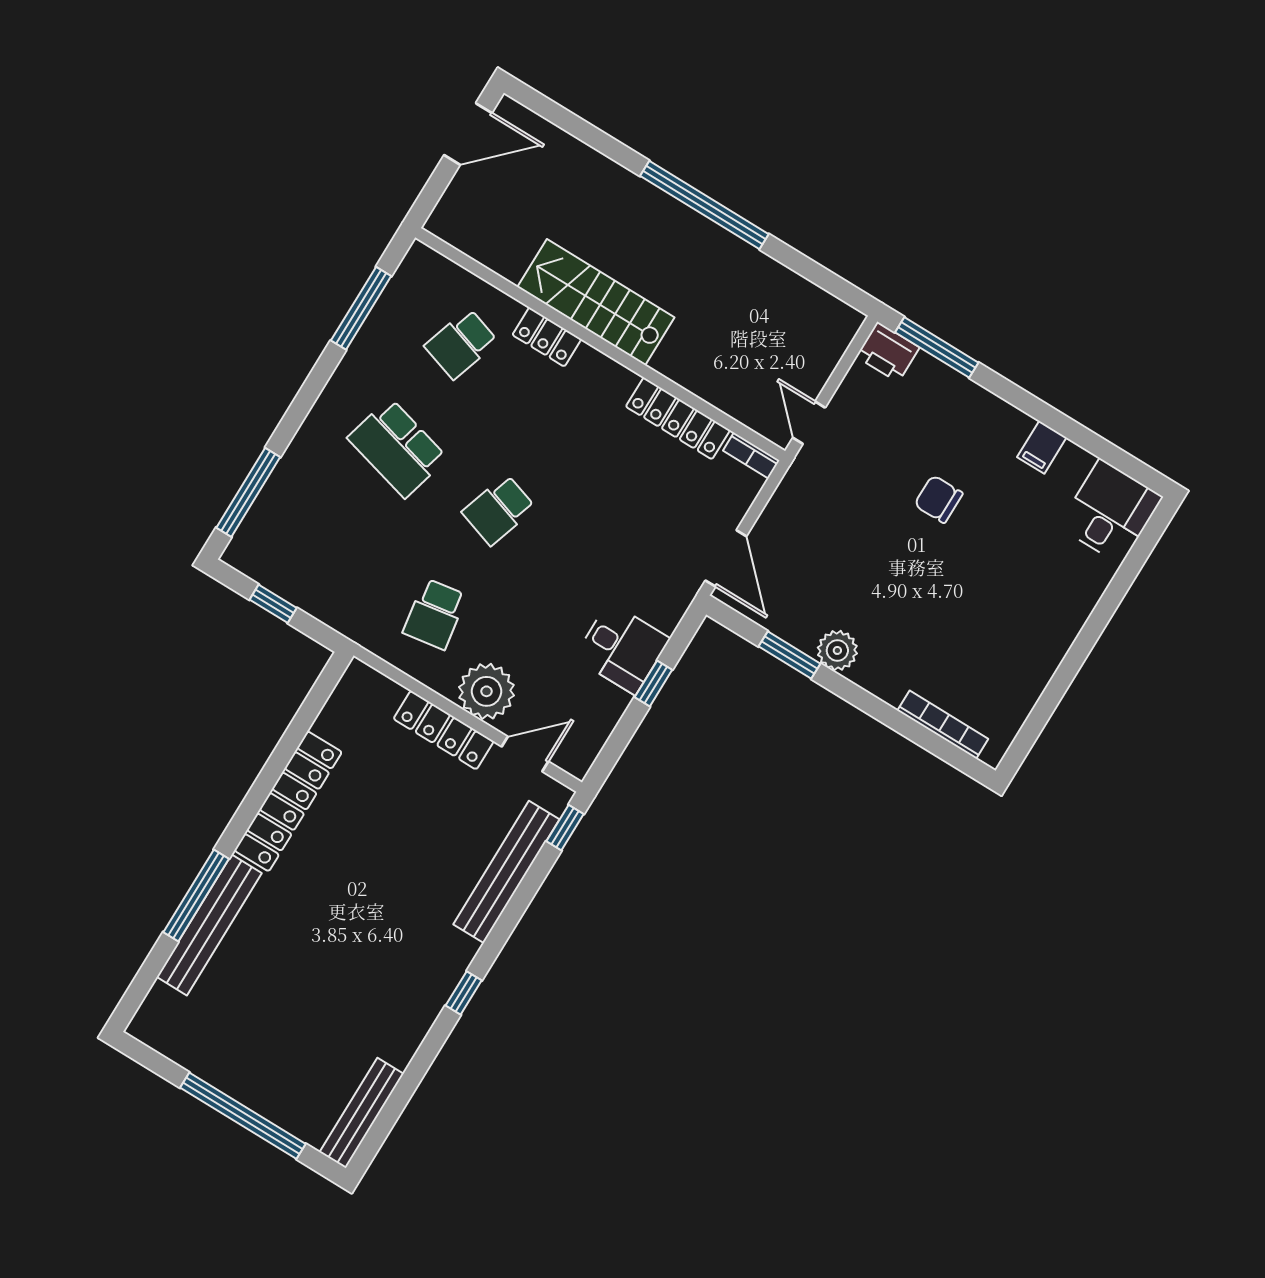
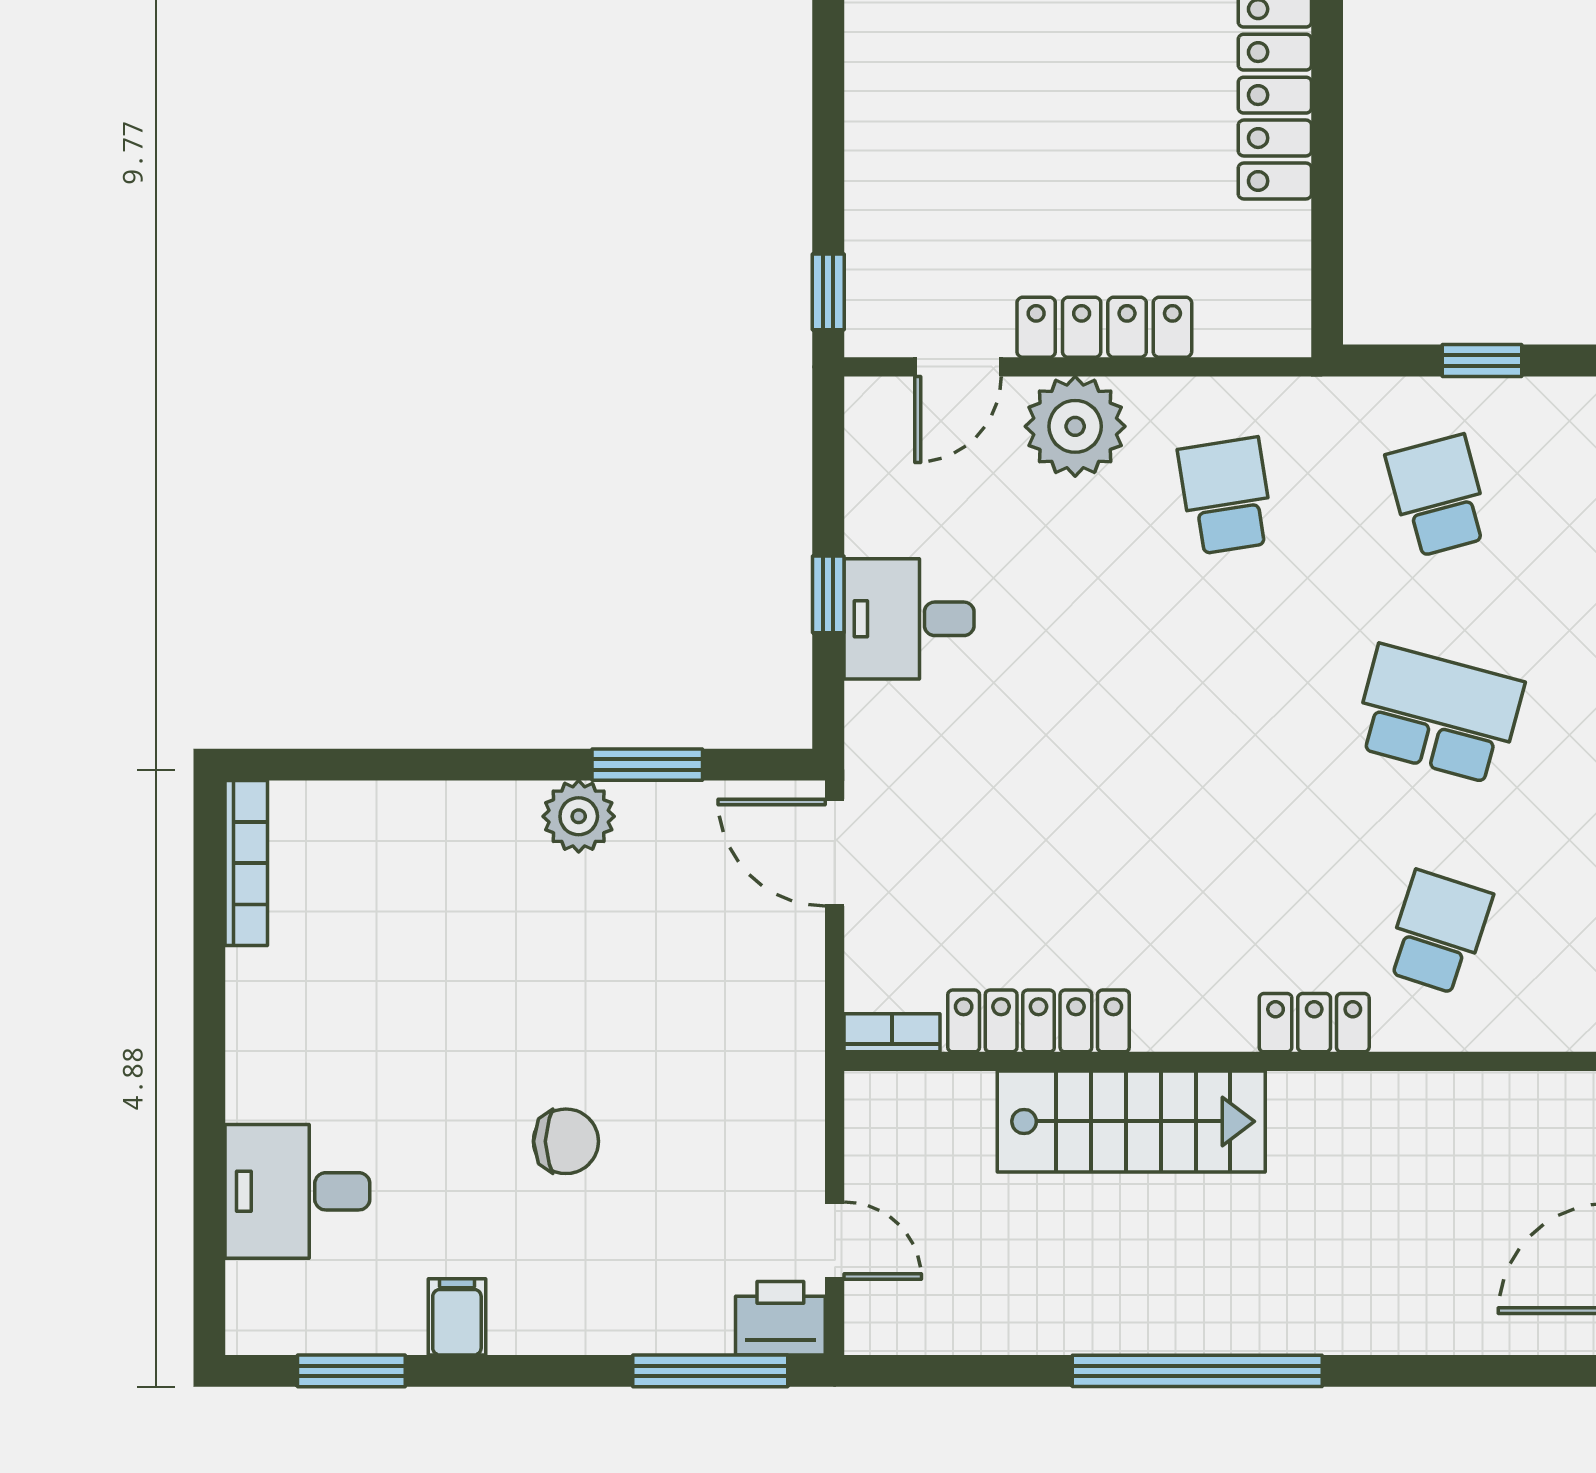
stairs: (596, 302) -> (1131, 1121), moved
door: (809, 423) -> (835, 1241), moved
window: (1108, 452) -> (351, 1371), added
school desk: (499, 510) -> (1438, 496), moved, turned -33
desk: (1110, 512) -> (297, 1191), moved, turned 90
bookcase: (943, 725) -> (246, 863), moved, turned -90
bench: (506, 872) -> (876, 170), removed

